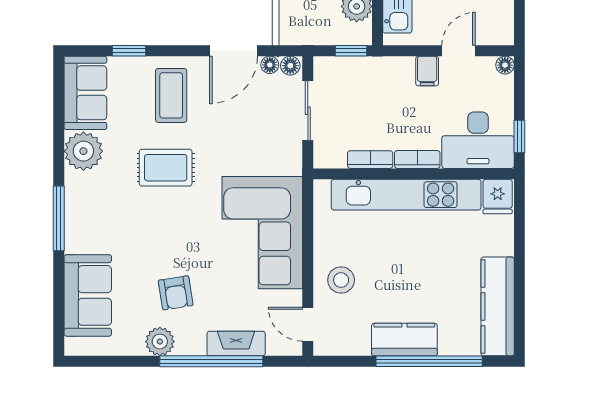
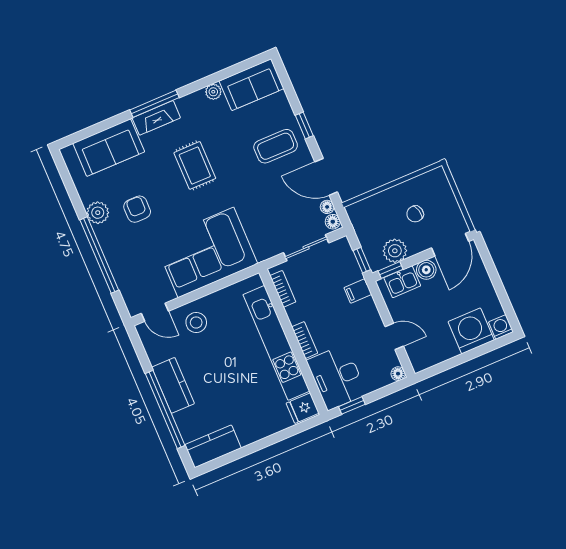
window: (377, 21) -> (390, 270), added
window: (129, 51) -> (304, 125), moved
filing cabinet: (427, 71) -> (358, 291), moved
plant: (83, 151) -> (213, 92), width x0.53, depth x0.53
bookcase: (370, 160) -> (283, 289), moved
rug: (166, 168) -> (195, 165), moved
armchair: (176, 293) -> (137, 209), turned 99
kitchen counter: (498, 306) -> (213, 446), width x0.67
door: (308, 324) -> (155, 312), swing flipped
fireplace: (236, 344) -> (156, 118), moved, turned 90

